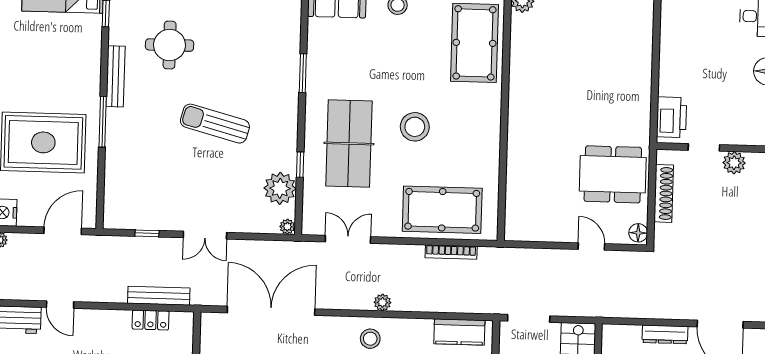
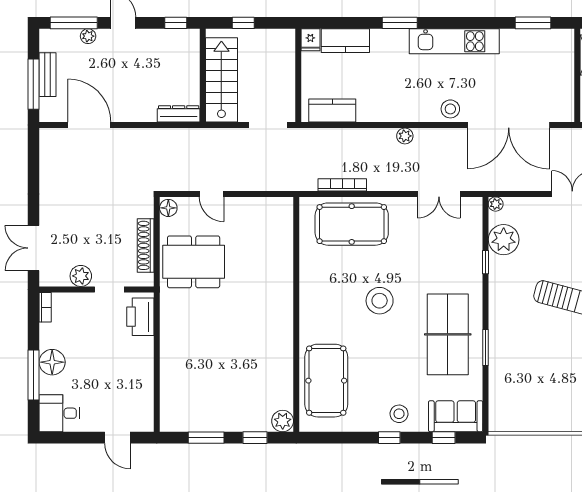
table tennis table: (349, 144) -> (448, 334), moved
dresser: (665, 334) -> (179, 114), moved
stool: (370, 339) -> (450, 109), moved

